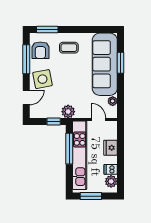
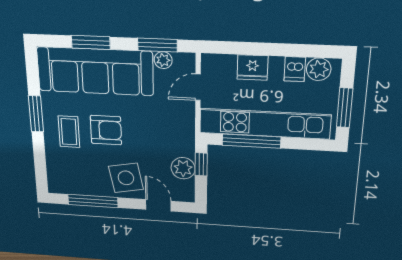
window: (47, 30) -> (36, 114), moved
armchair: (40, 50) -> (106, 130), moved
window: (121, 98) -> (157, 45), added
plant: (68, 112) -> (183, 168), moved

